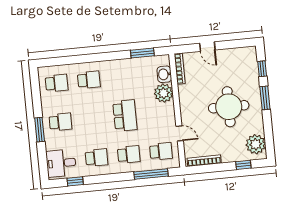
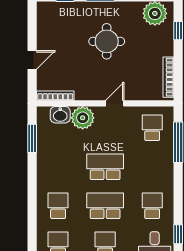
round table: (229, 107) -> (107, 41), width x0.73, depth x0.73
door: (180, 133) -> (115, 103), moved
school desk: (129, 154) -> (105, 206), moved, width x1.85

